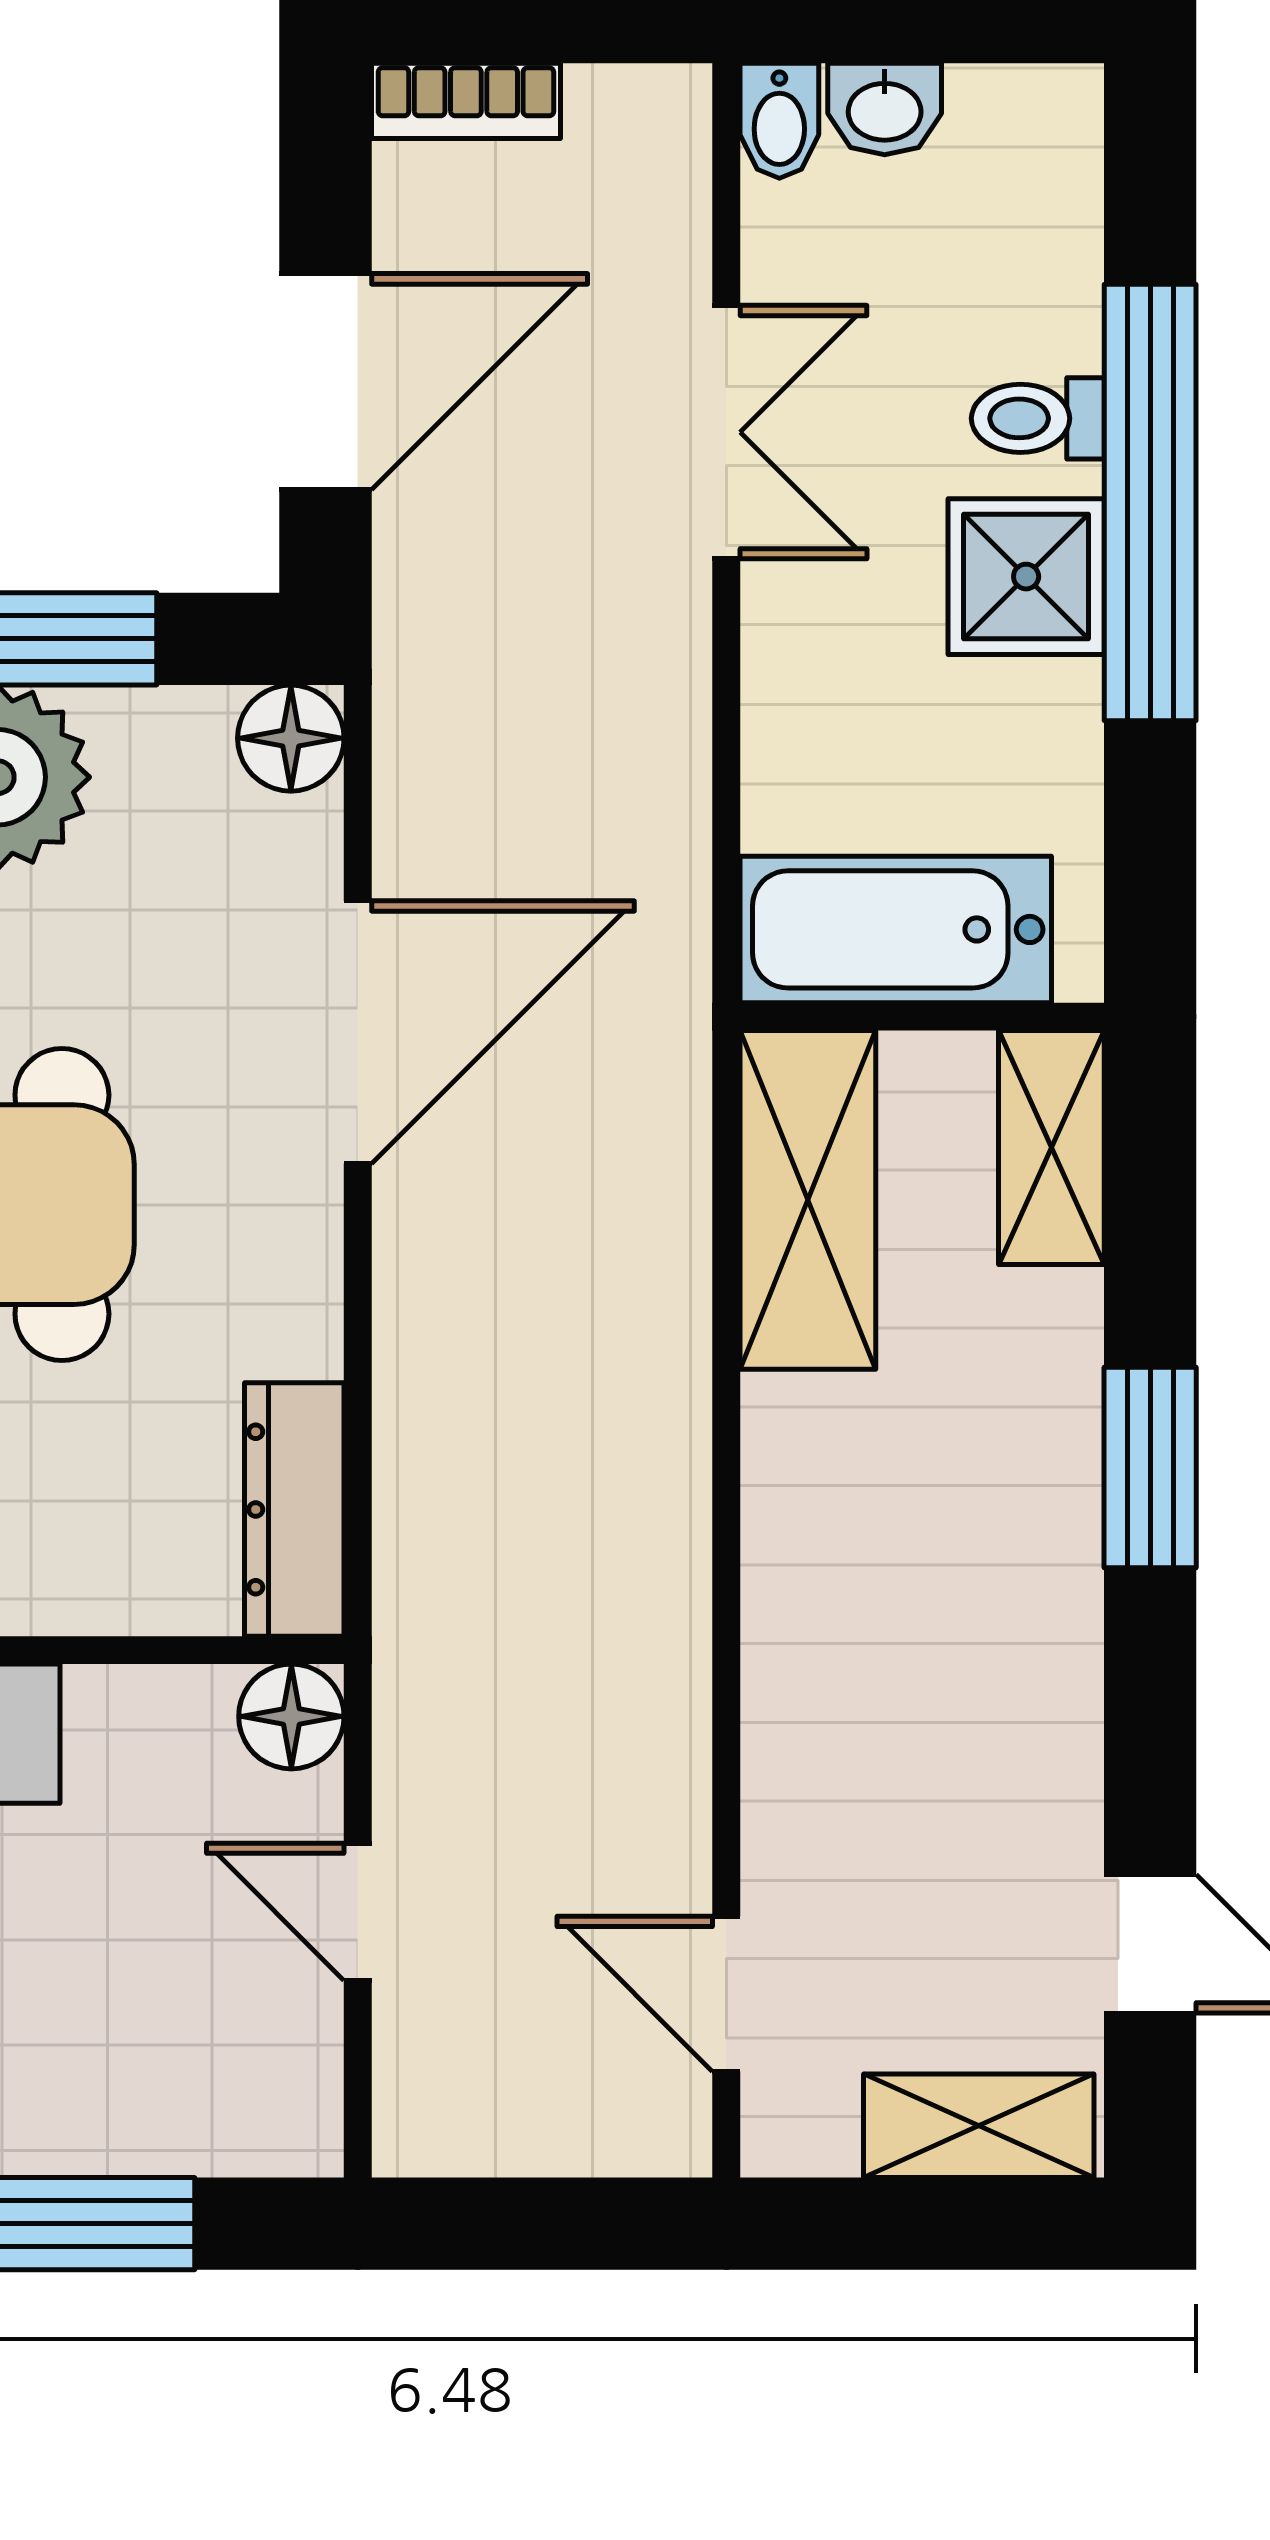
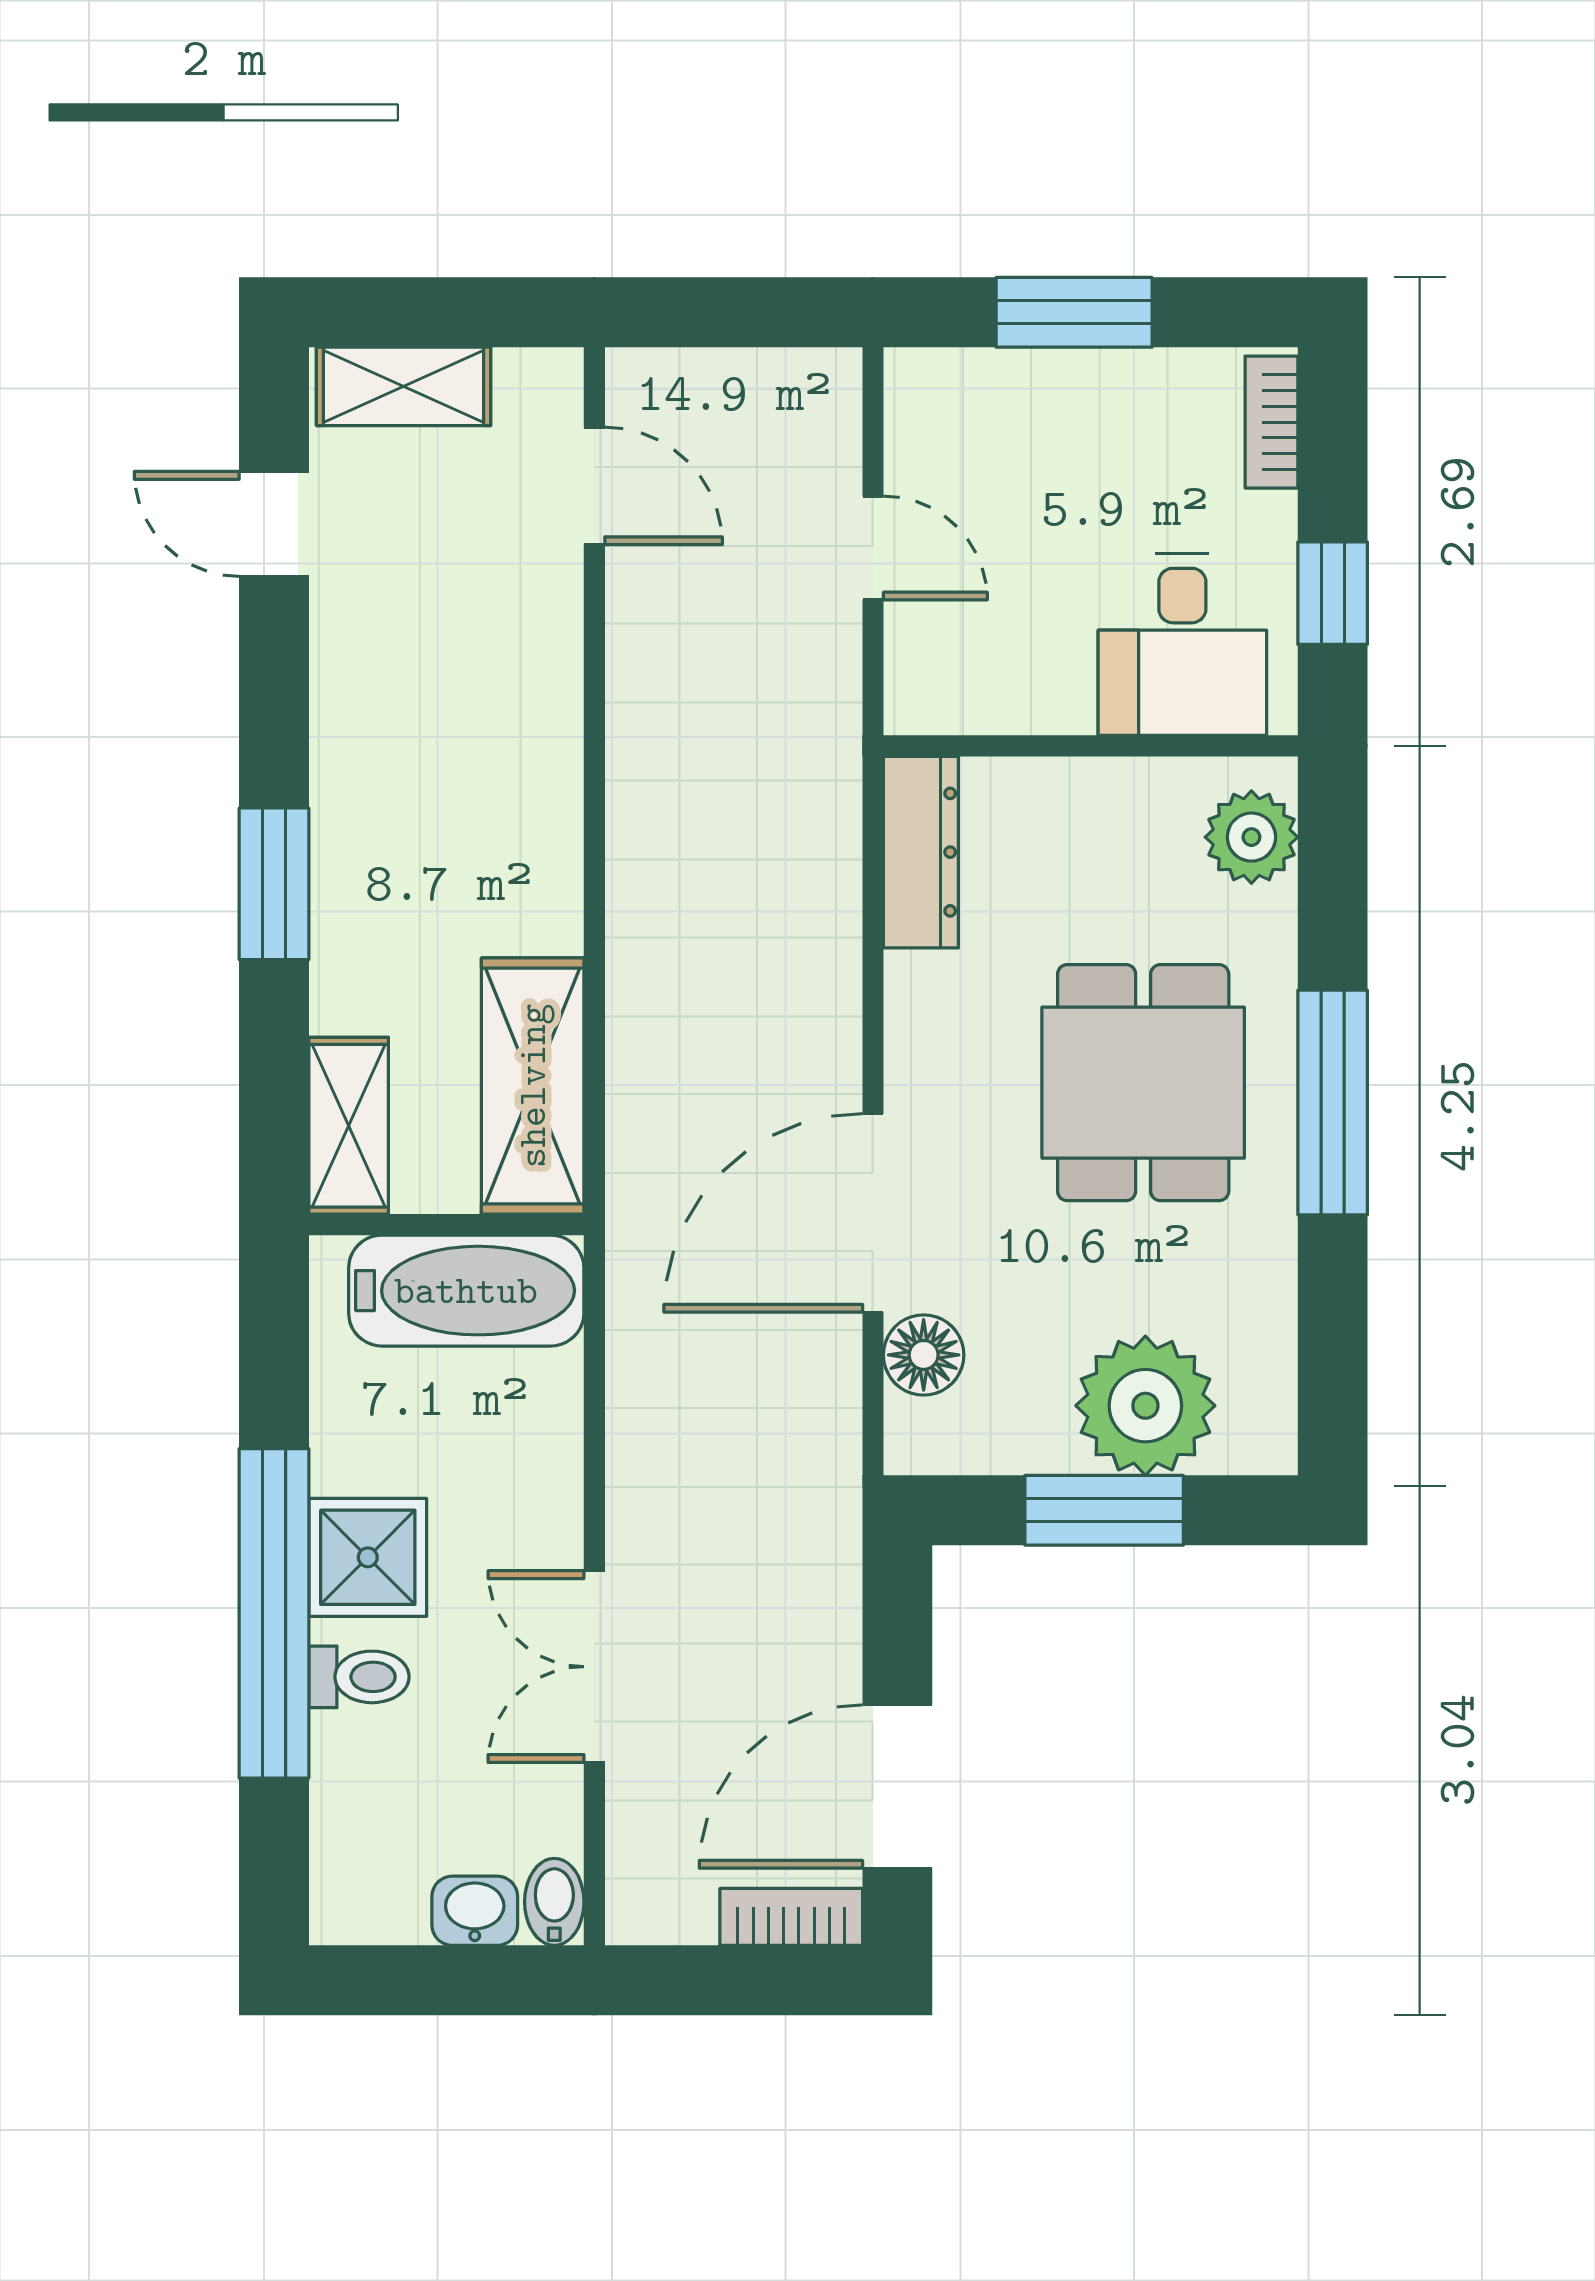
door: (326, 382) -> (897, 1787), moved
floor lamp: (291, 738) -> (924, 1355), moved
floor lamp: (291, 1716) -> (923, 696), removed

